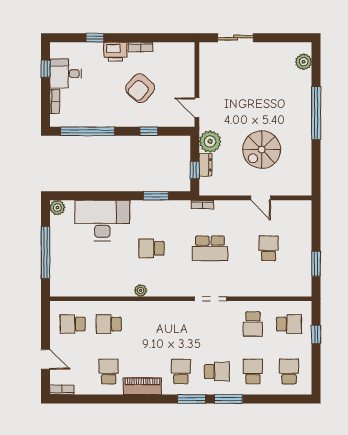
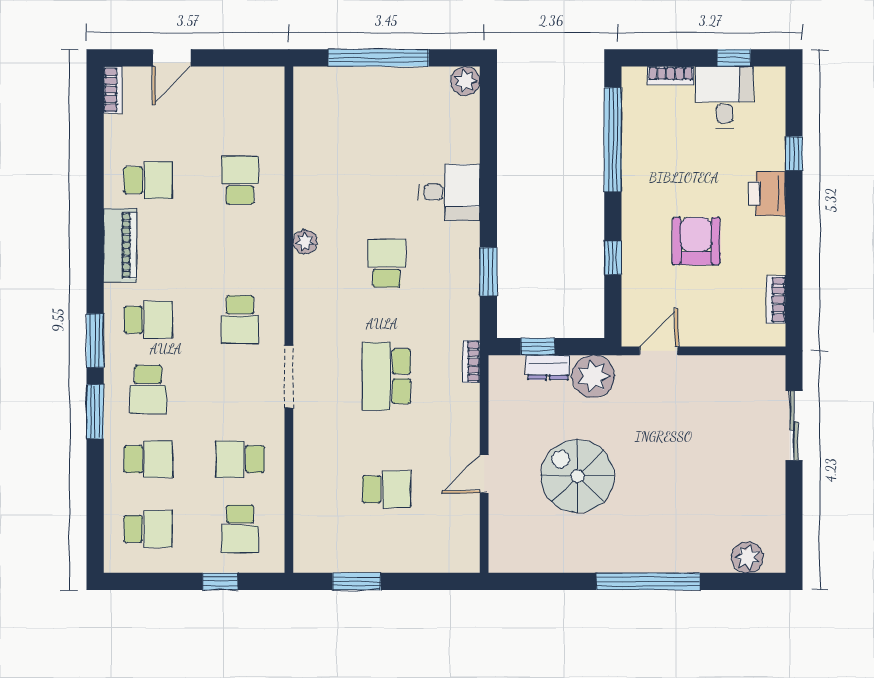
bookcase: (140, 47) -> (776, 300), moved
armchair: (140, 88) -> (696, 241), turned 49
desk: (102, 220) -> (450, 192), width x0.53, depth x0.77
school desk: (73, 324) -> (240, 320), moved, turned 180

